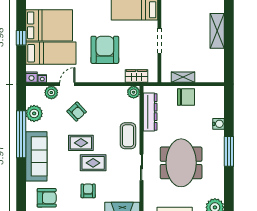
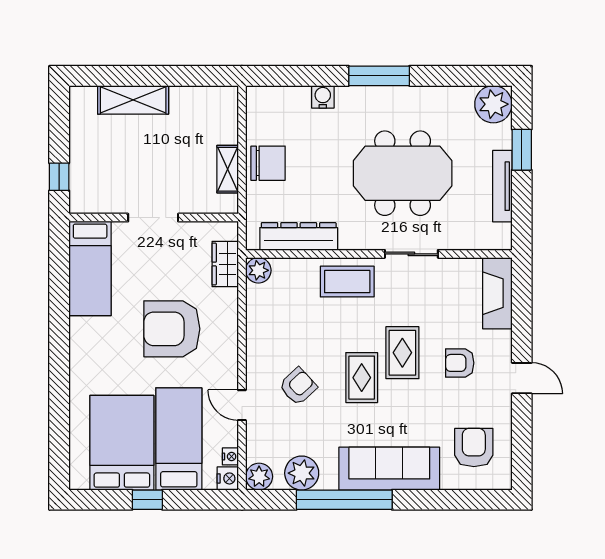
plant: (51, 93) -> (259, 477), moved
chair: (186, 97) -> (268, 163), turned 90

